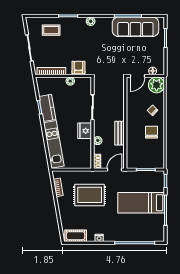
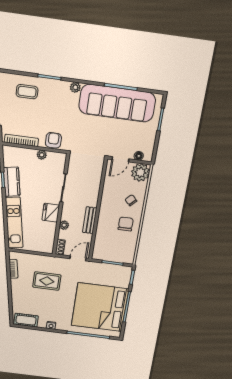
sofa: (135, 27) -> (117, 103), width x1.36, depth x1.27
rug: (90, 195) -> (47, 281), width x0.73, depth x0.70
bed: (141, 203) -> (100, 307), width x2.04

